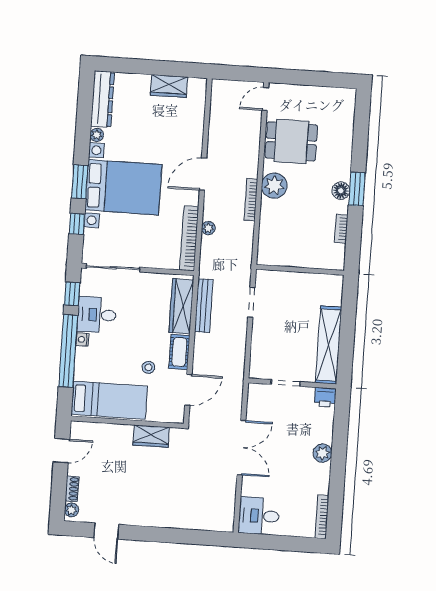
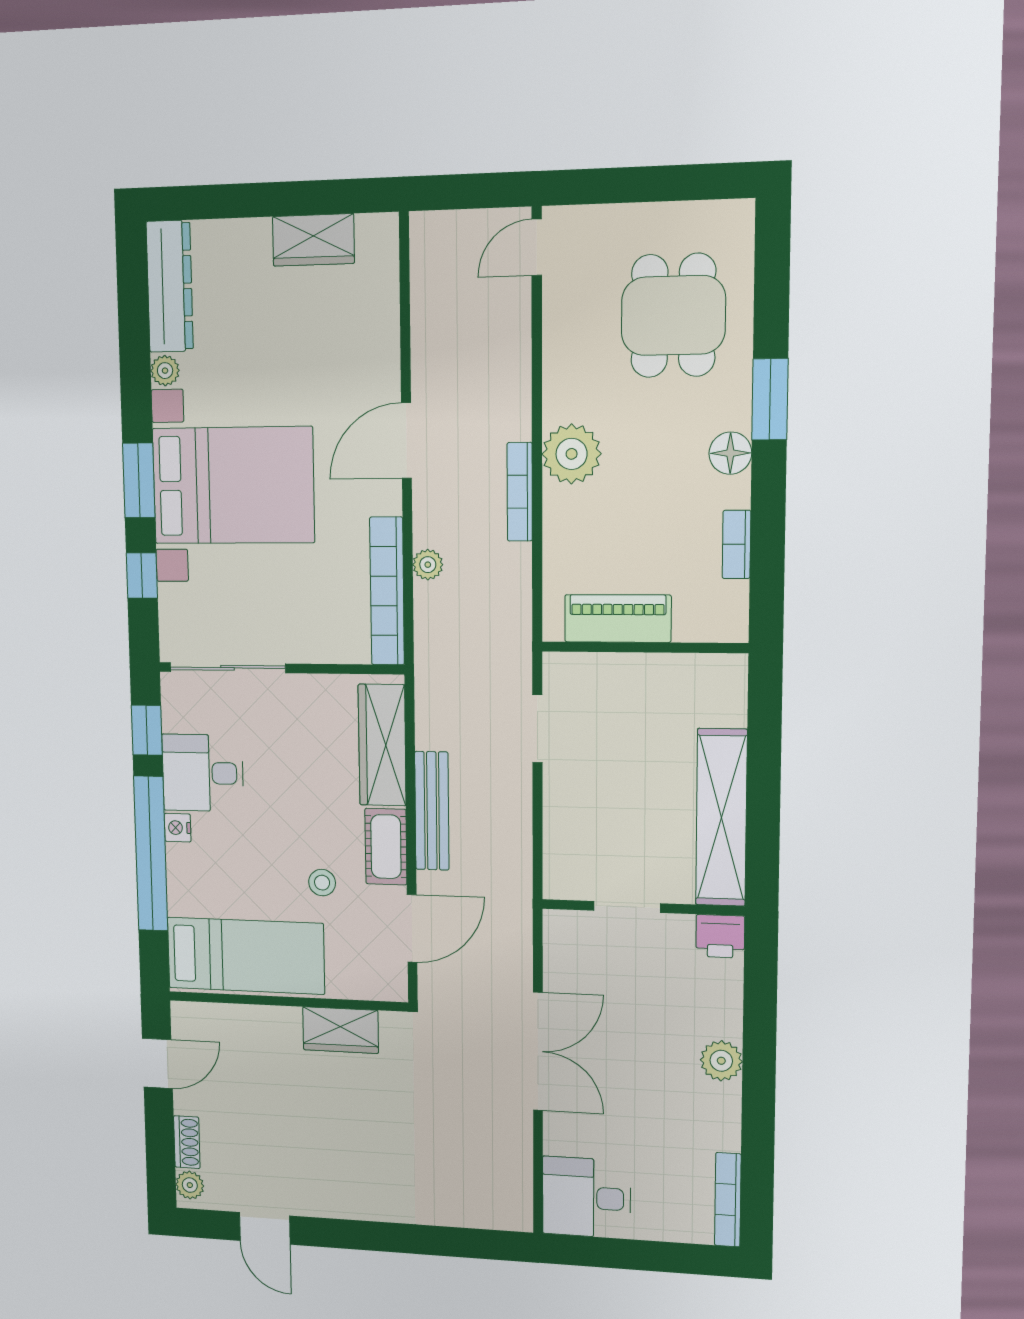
dining table: (291, 141) -> (673, 316), moved, turned 90
window: (357, 189) -> (770, 399), moved
piano: (289, 257) -> (618, 619), added
bench: (204, 306) -> (432, 811), moved

